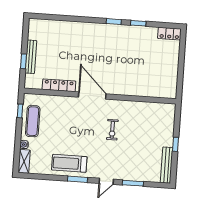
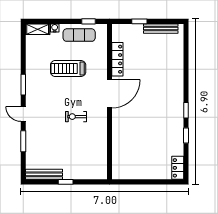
bench: (31, 57) -> (161, 29), moved
treadmill: (69, 163) -> (68, 68), moved, turned -90

